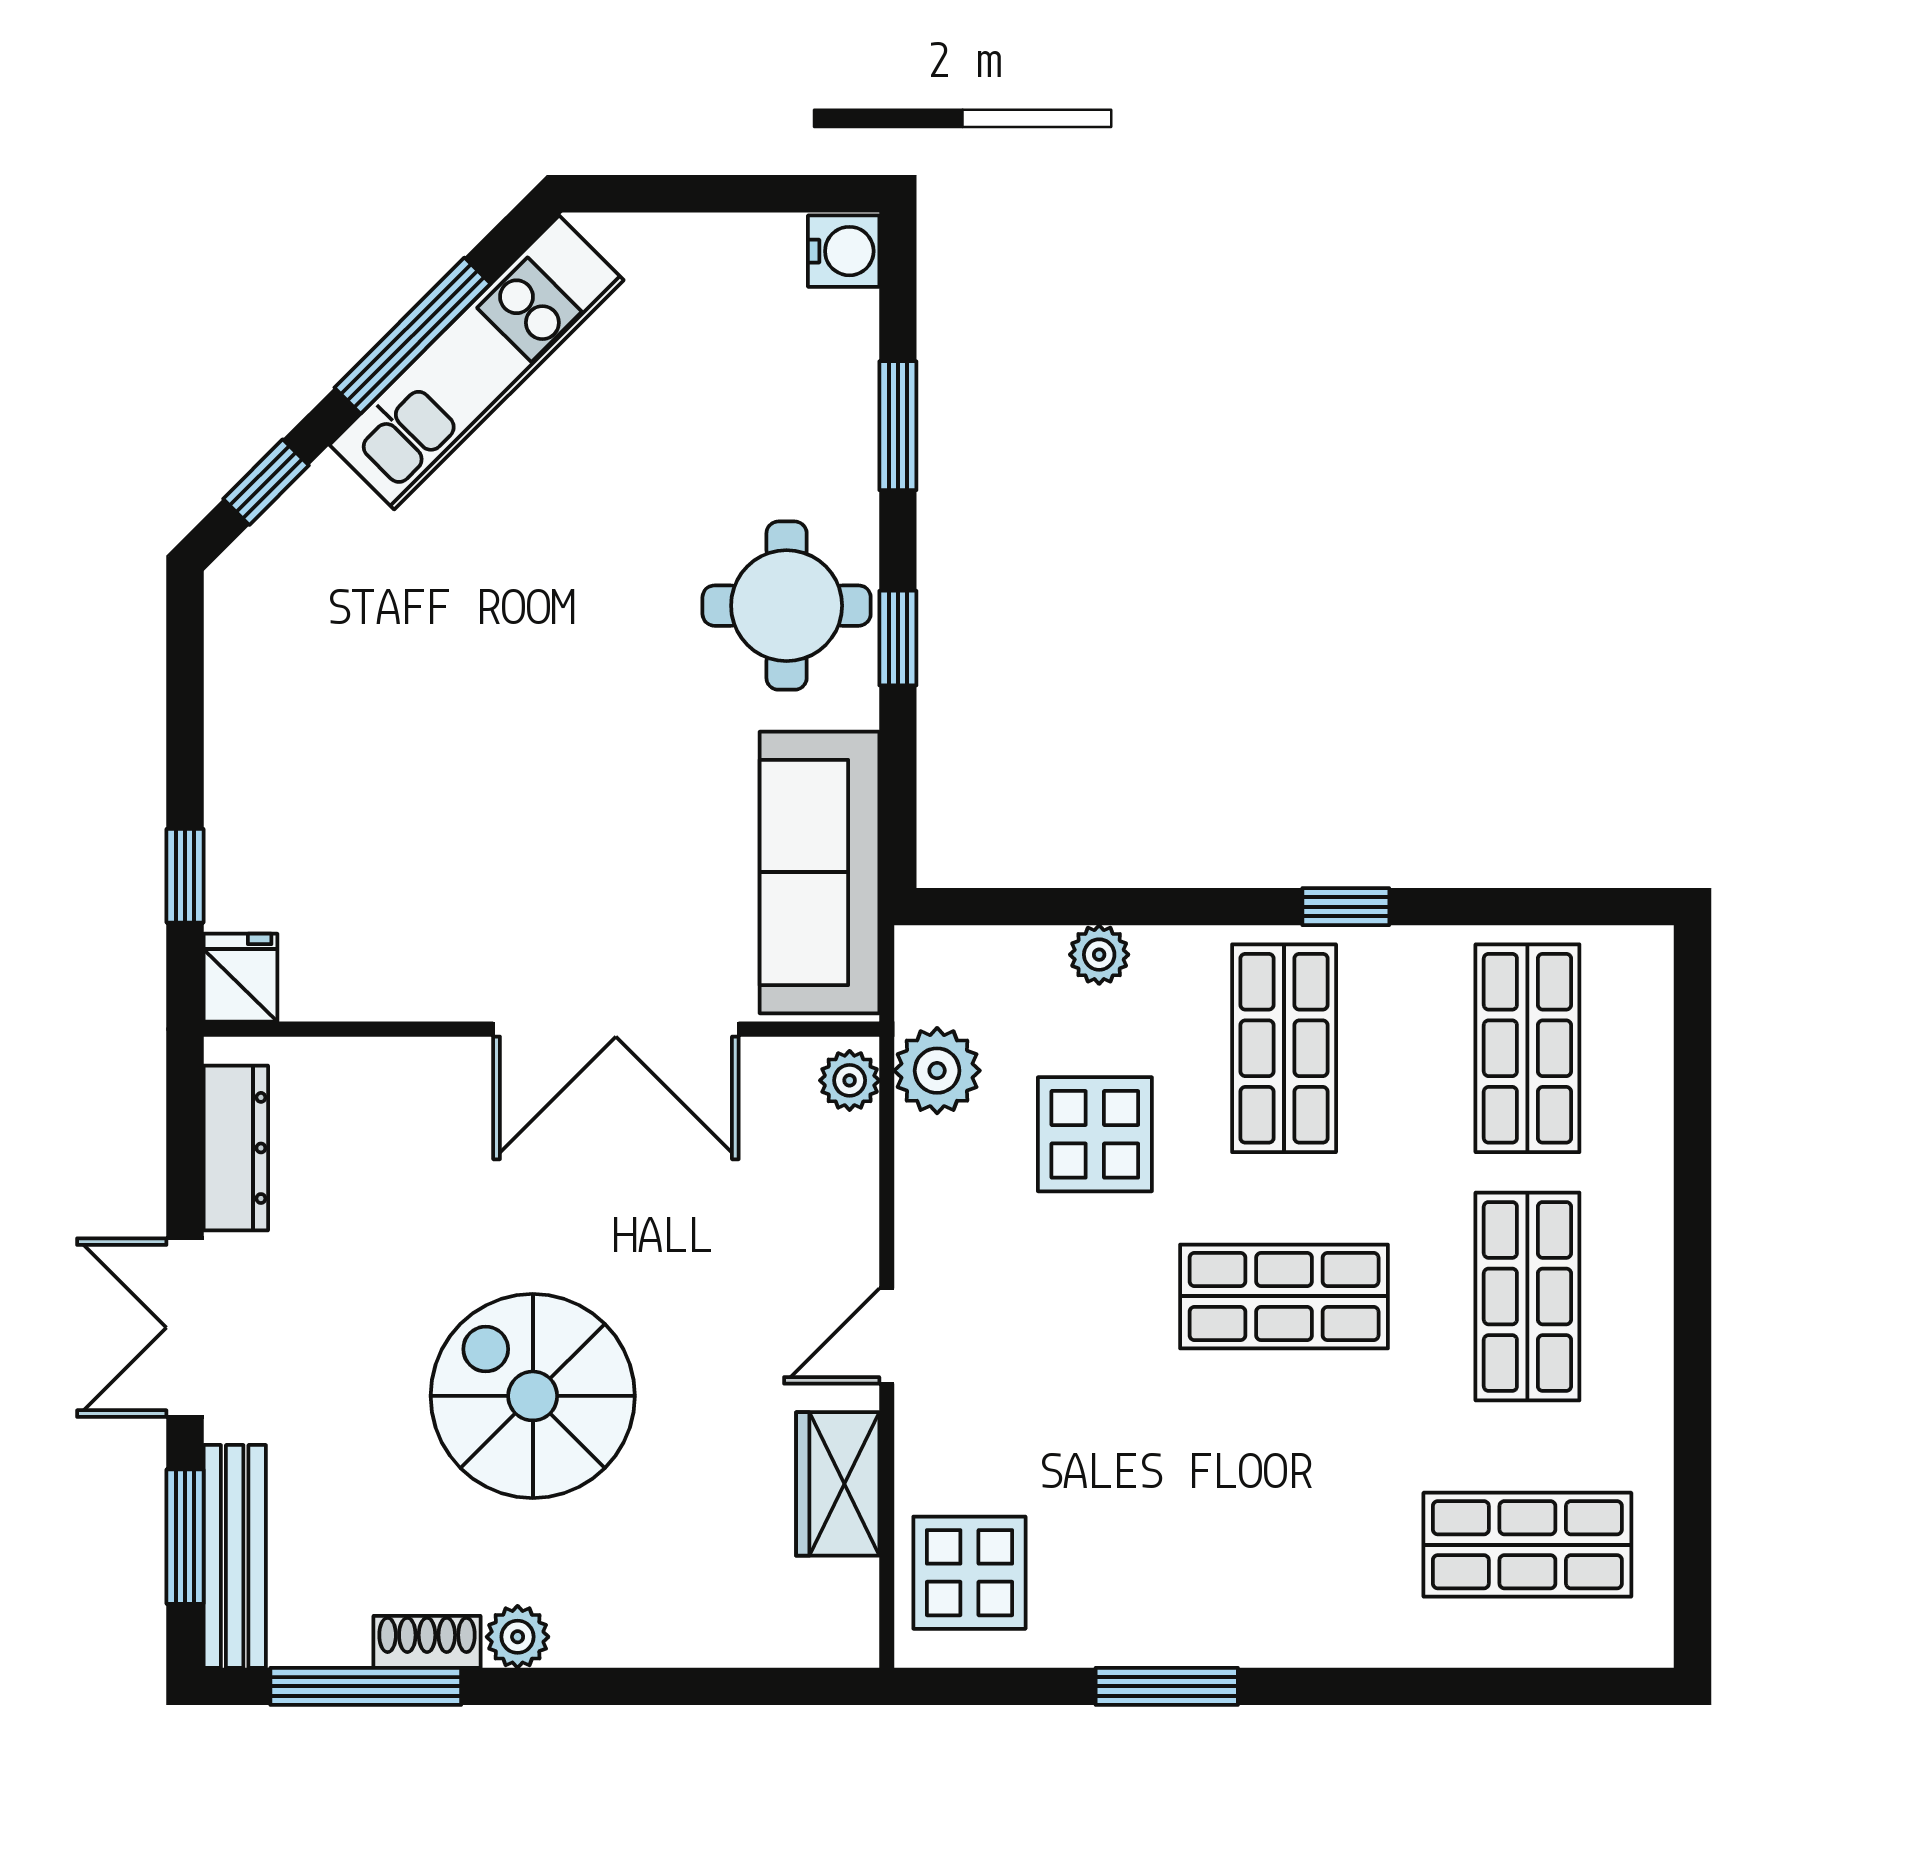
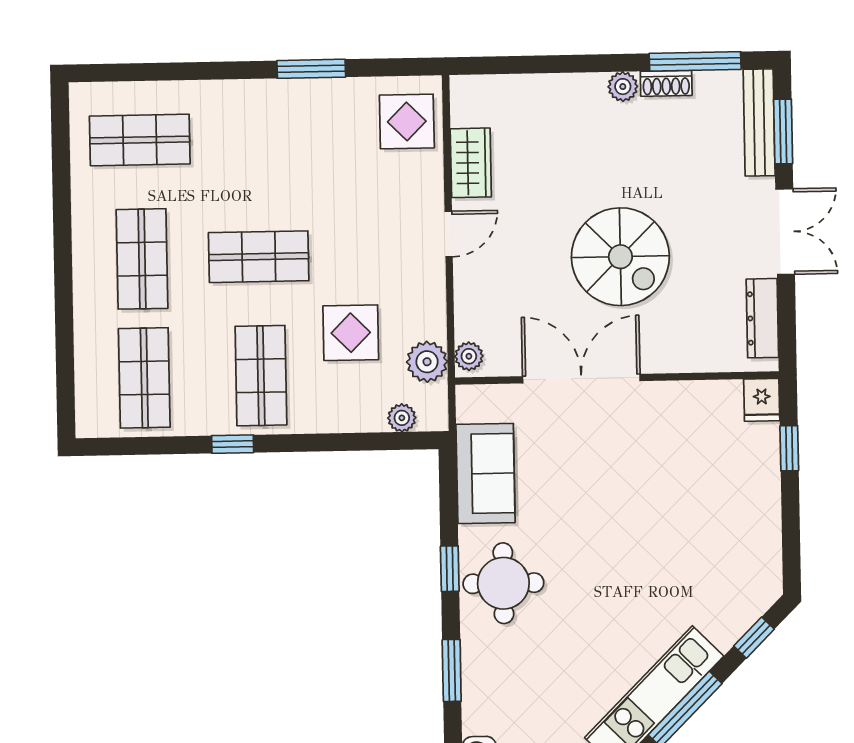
sofa: (819, 872) -> (486, 474), width x0.73
plant: (1099, 955) -> (402, 418), moved
spiral stairs: (533, 1396) -> (620, 257), moved

